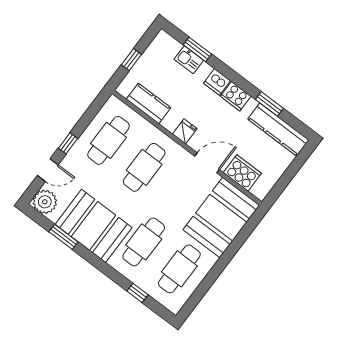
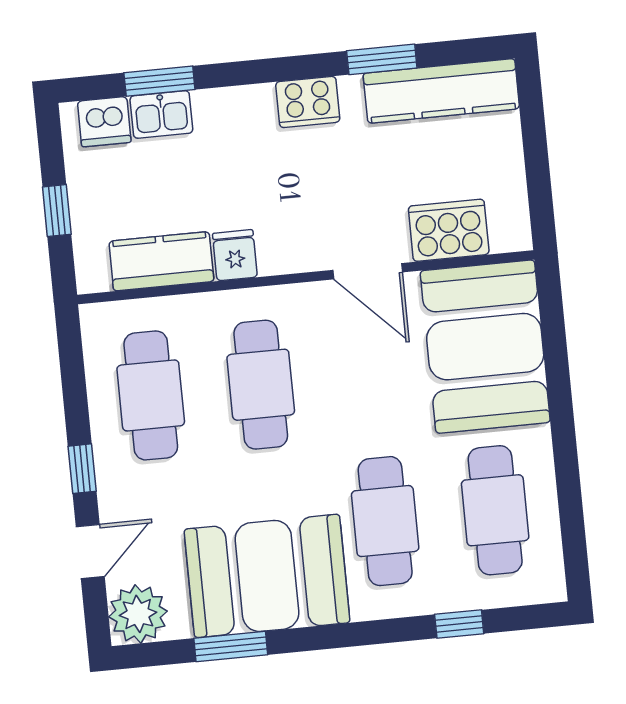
dishwasher: (217, 82) -> (104, 122), moved
fridge: (185, 131) -> (235, 255), moved
door: (207, 163) -> (368, 271), swing flipped

